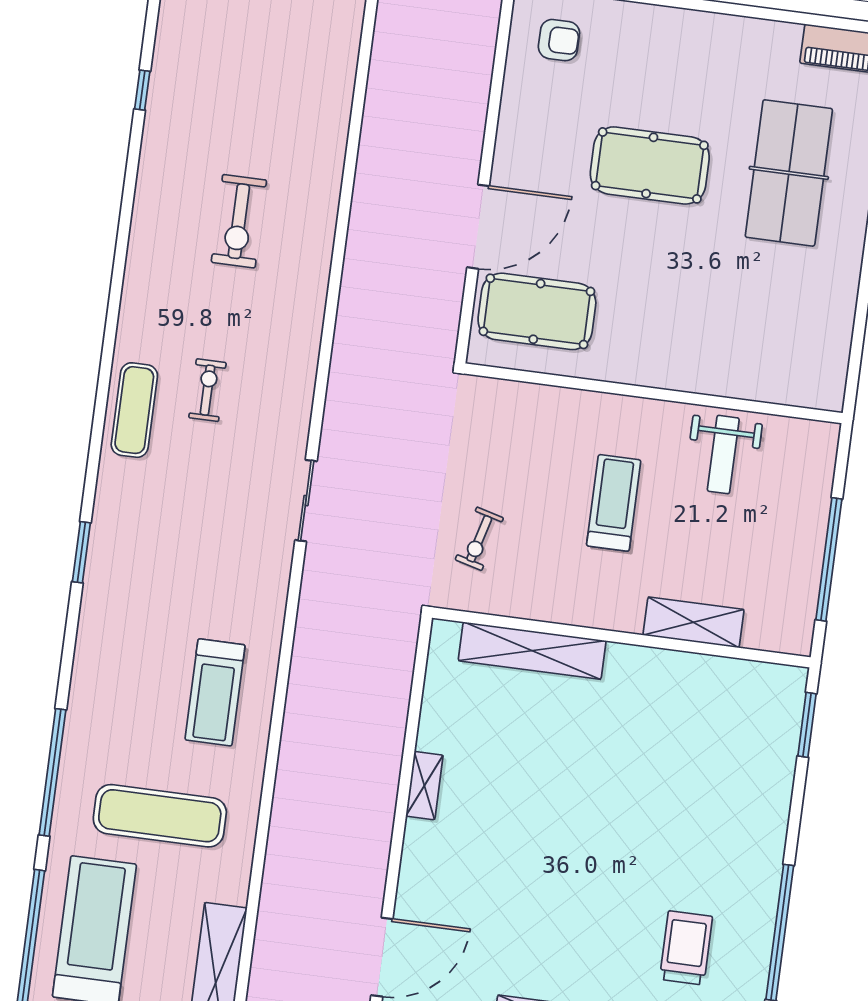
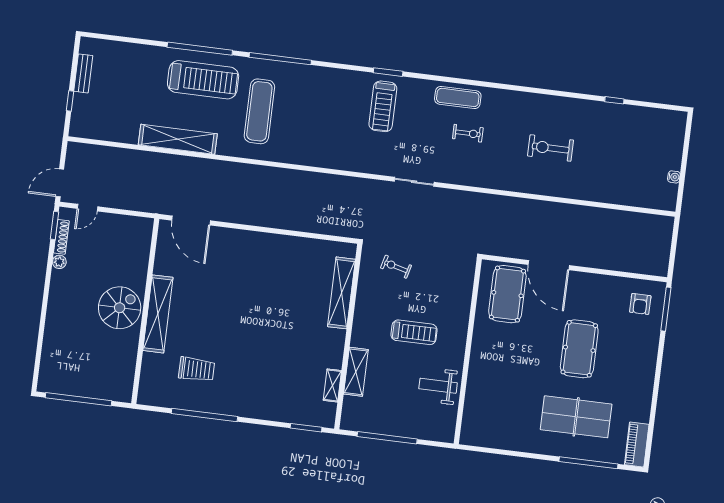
treadmill: (215, 692) -> (383, 106), moved, turned -90
shelving: (424, 786) -> (332, 385), moved, turned 90

